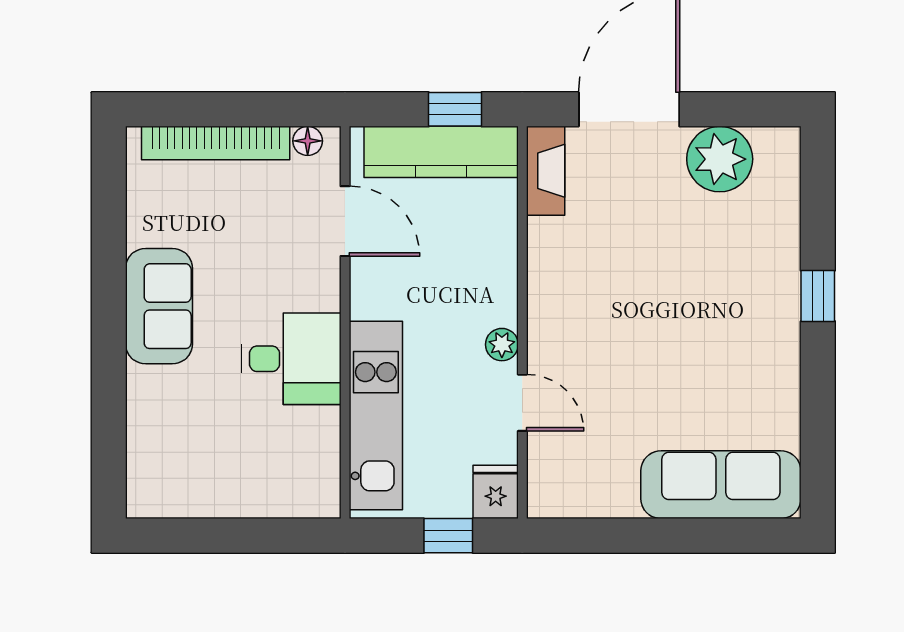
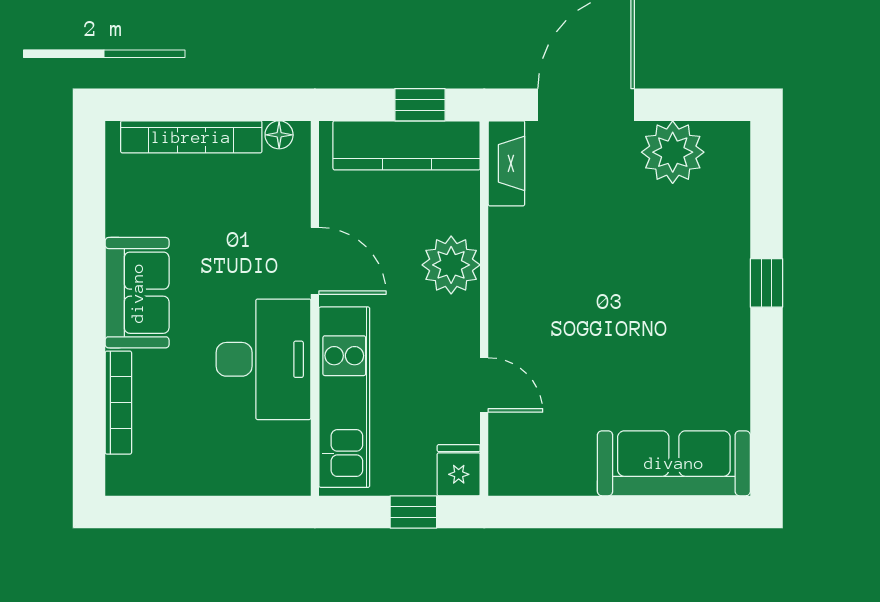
door: (345, 221) -> (315, 261), moved
plant: (502, 345) -> (451, 265), moved, width x1.88, depth x1.88
desk: (291, 359) -> (263, 359), width x1.37
bookcase: (139, 421) -> (118, 403), added

